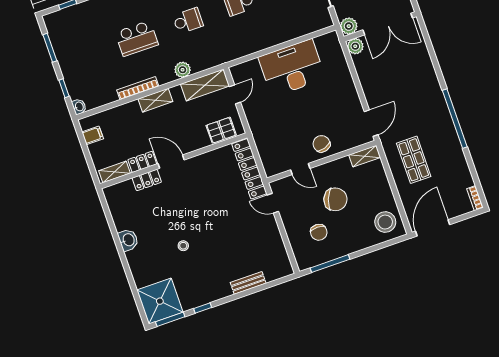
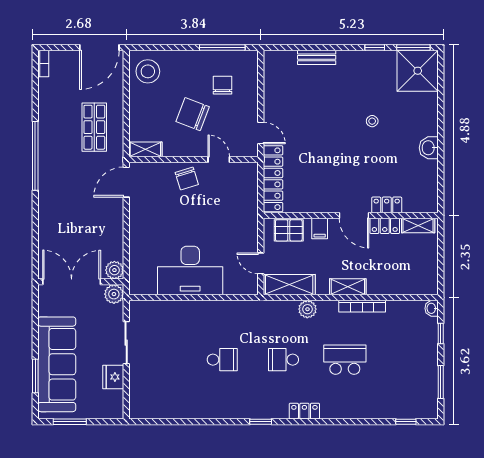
door: (235, 94) -> (261, 263), hinge flipped
filing cabinet: (93, 135) -> (320, 228), moved, turned -90

